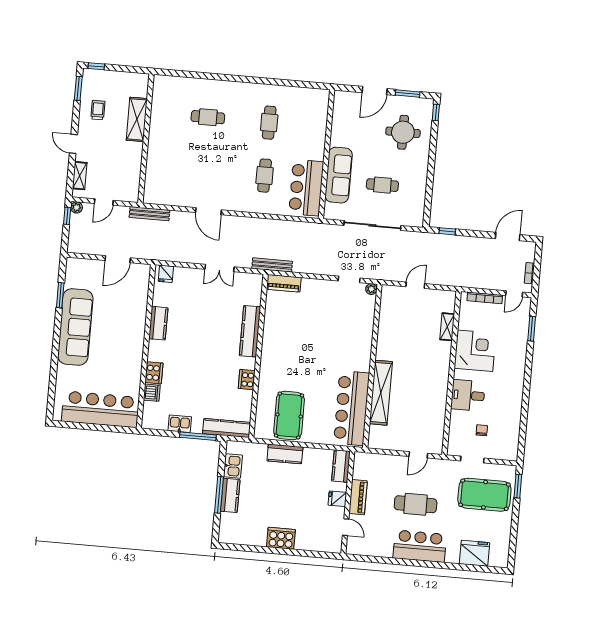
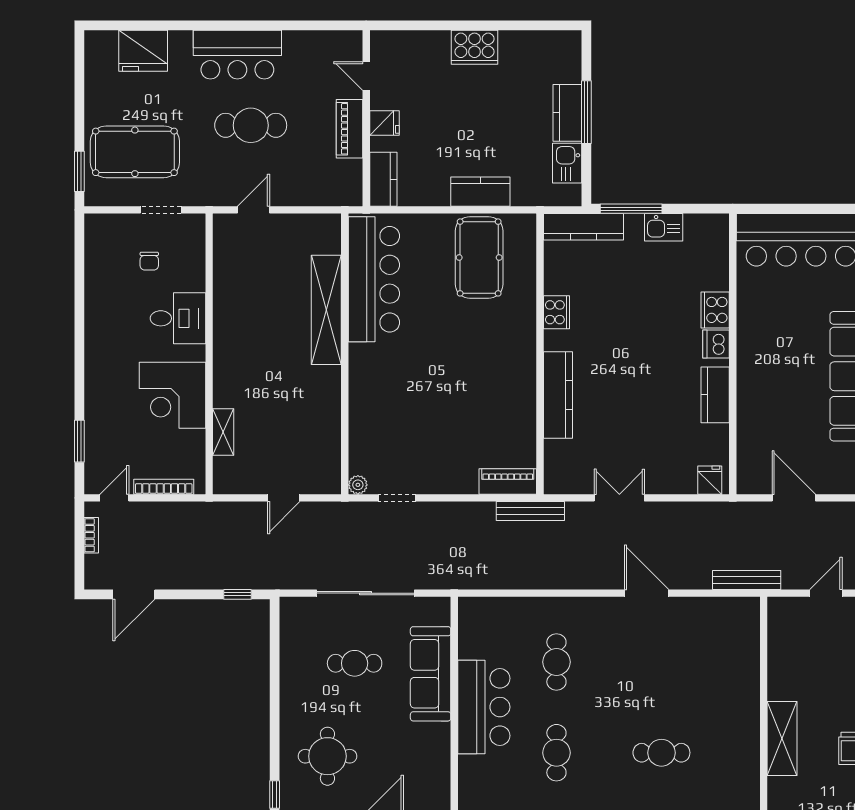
bar counter: (306, 188) -> (484, 707), moved
door: (118, 259) -> (794, 498), hinge flipped
dishwasher: (152, 393) -> (716, 344), moved

